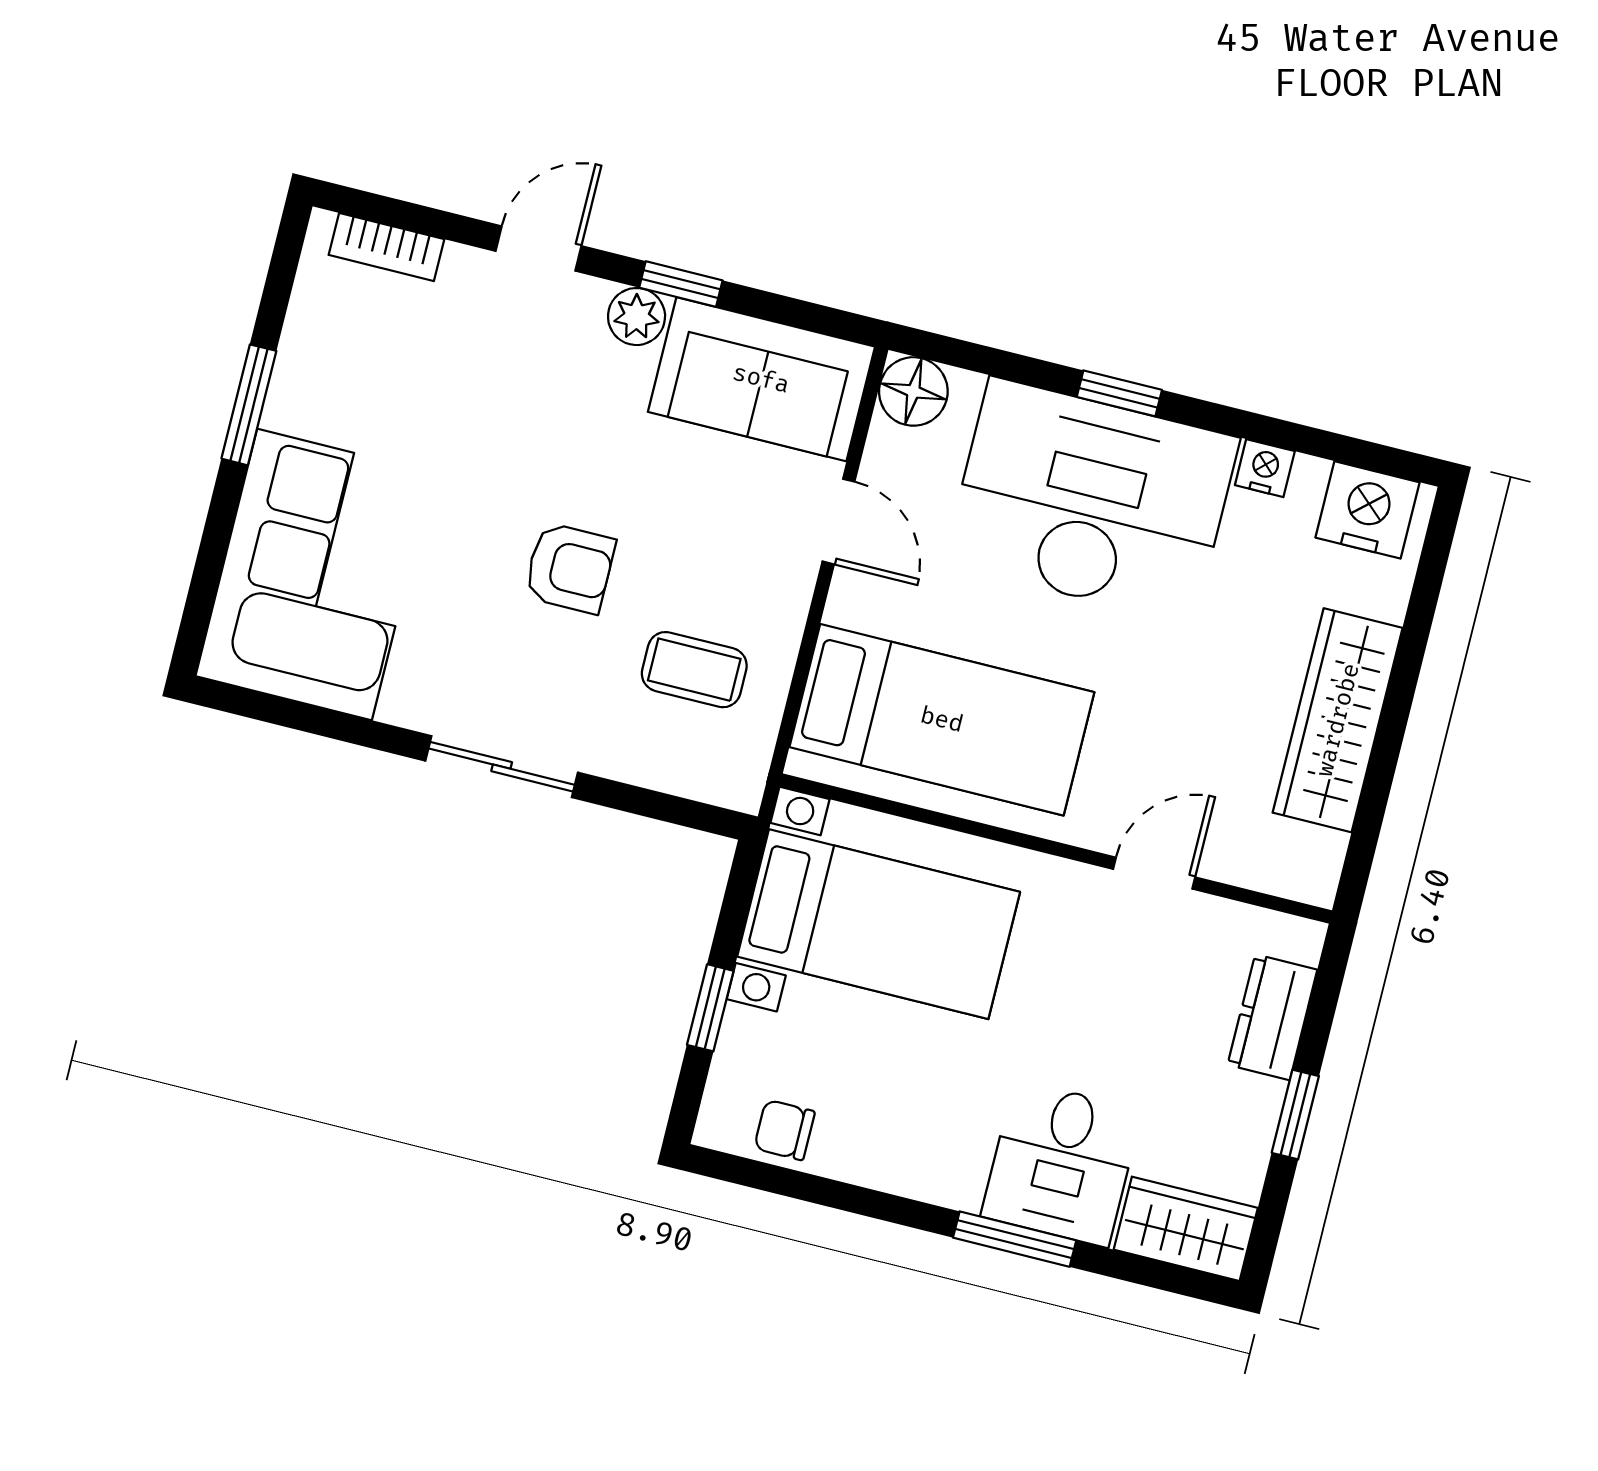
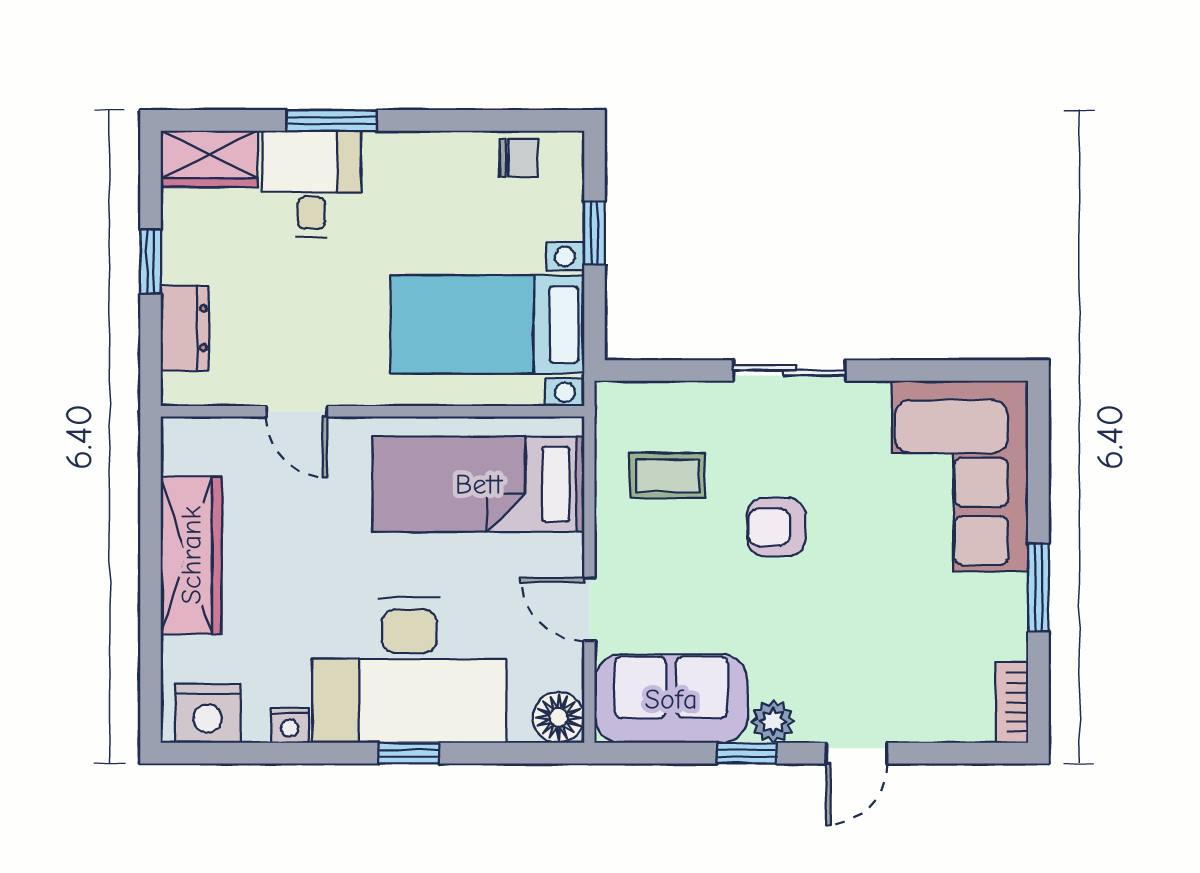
bookcase: (386, 247) -> (1012, 702), moved, turned -90
door: (1154, 873) -> (297, 411), hinge flipped

